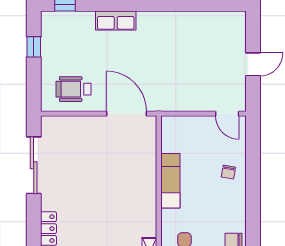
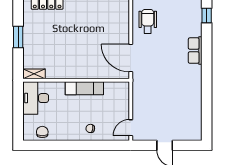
door: (126, 114) -> (131, 58), swing flipped

